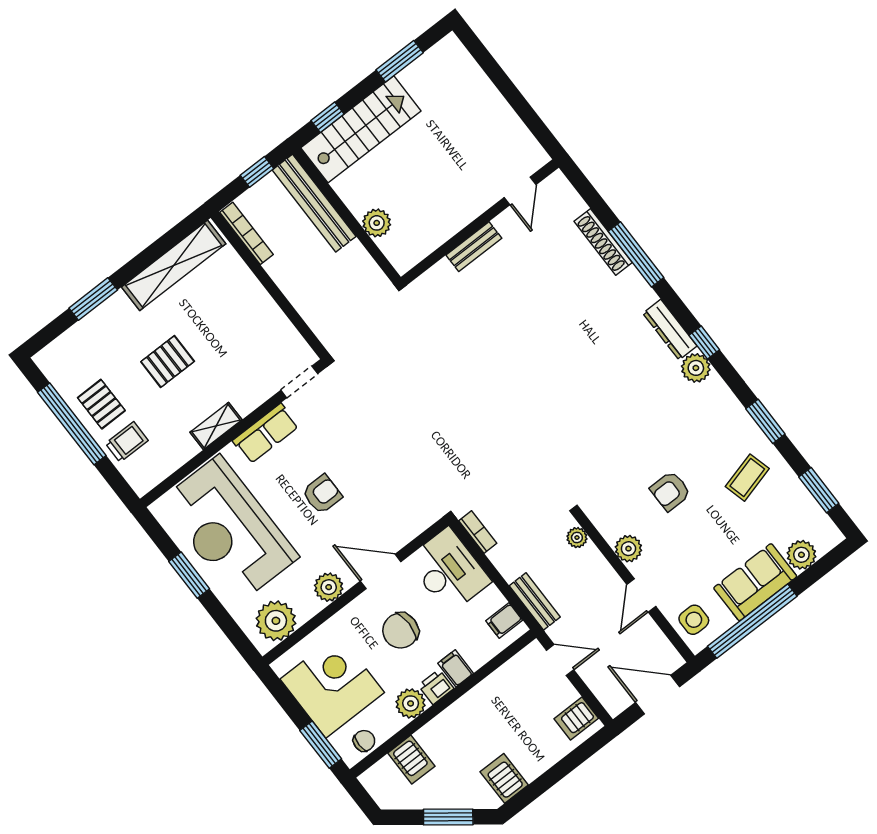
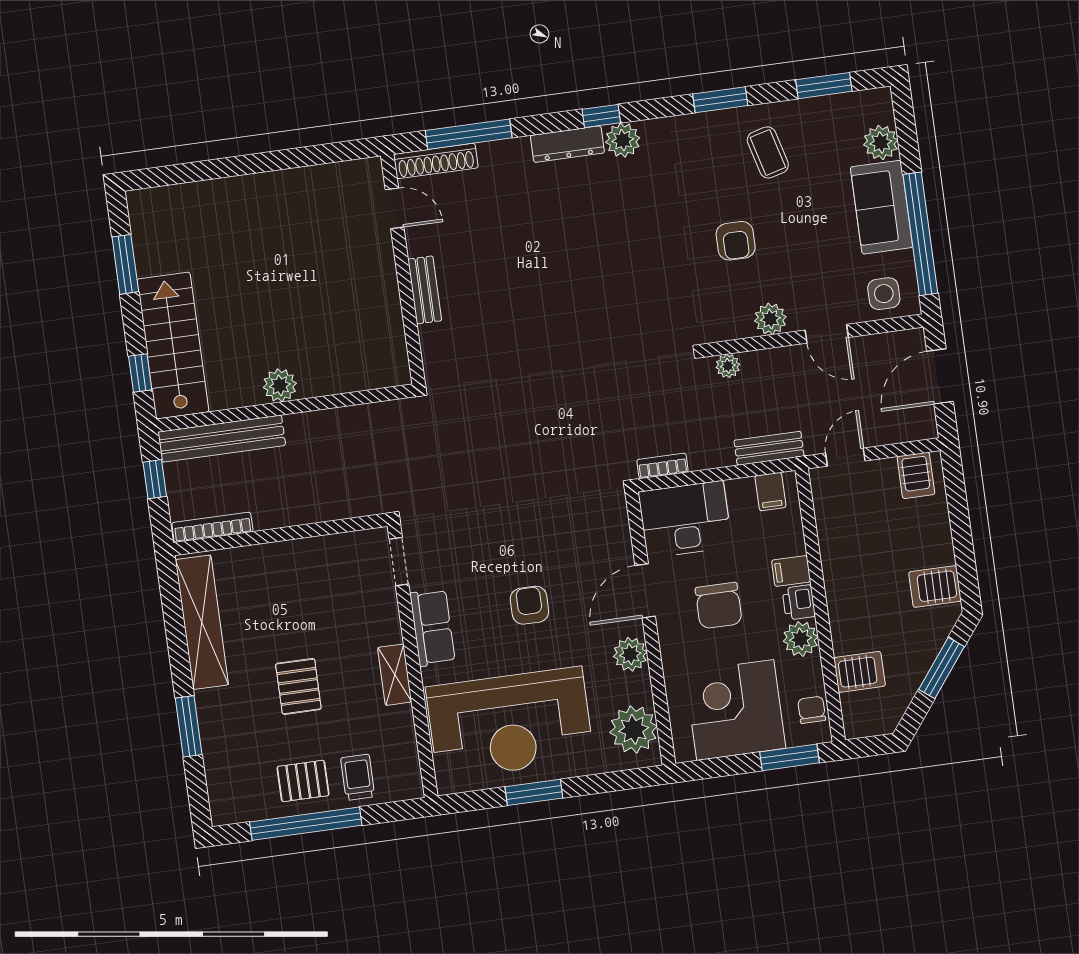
door: (520, 191) -> (395, 208), moved
wall: (480, 222) -> (403, 269), moved
bench: (474, 247) -> (425, 290), moved

